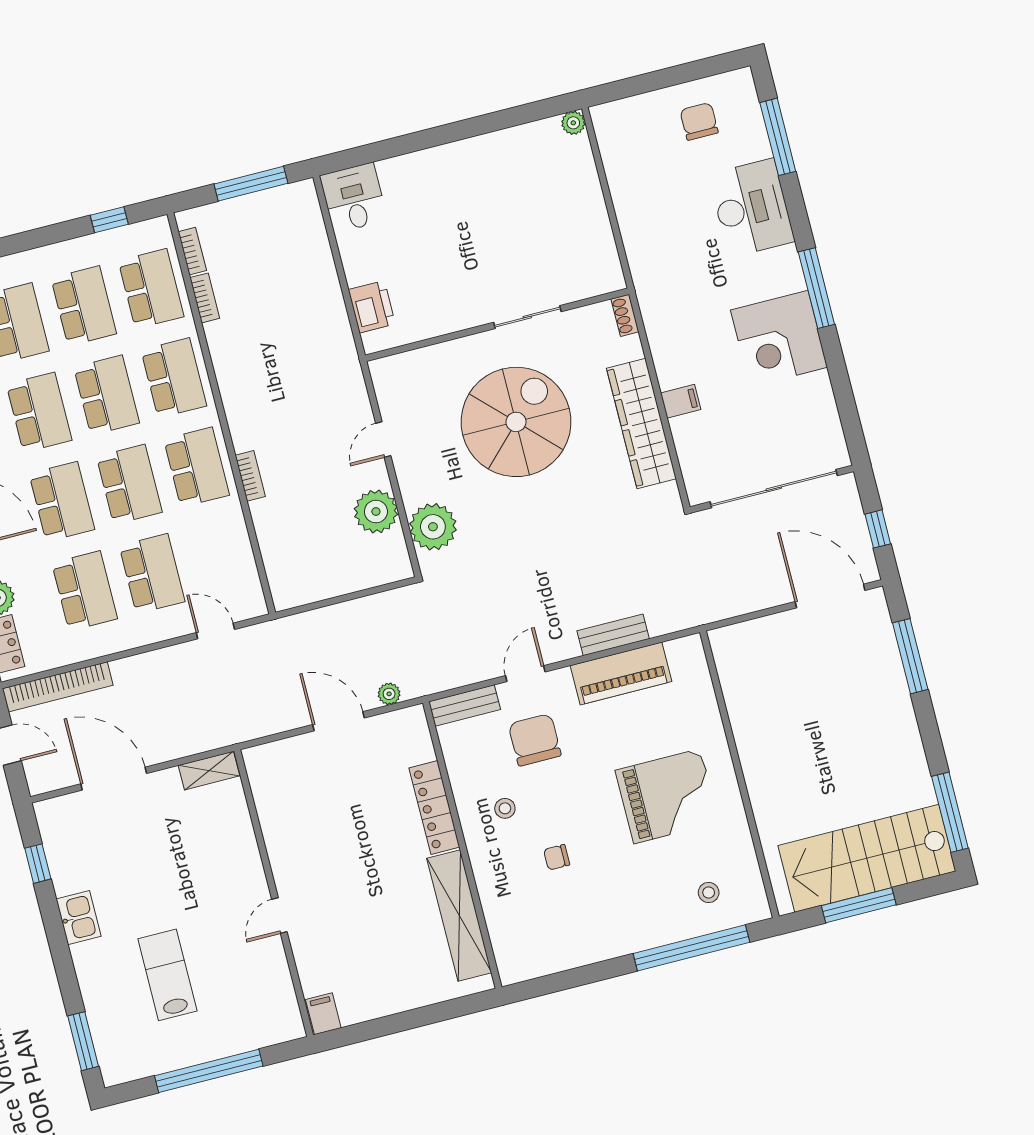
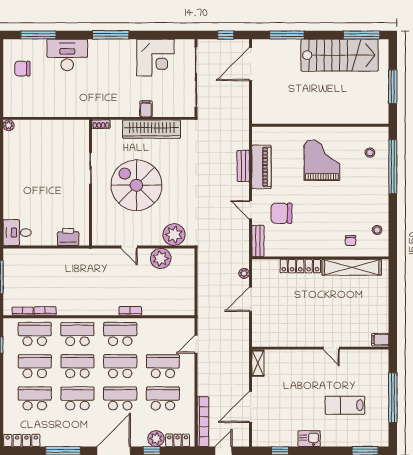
corner desk: (779, 339) -> (155, 58), moved
stool: (505, 808) -> (377, 230), moved
chair: (557, 857) -> (351, 241), moved
stairs: (867, 858) -> (340, 55), moved, turned -90

